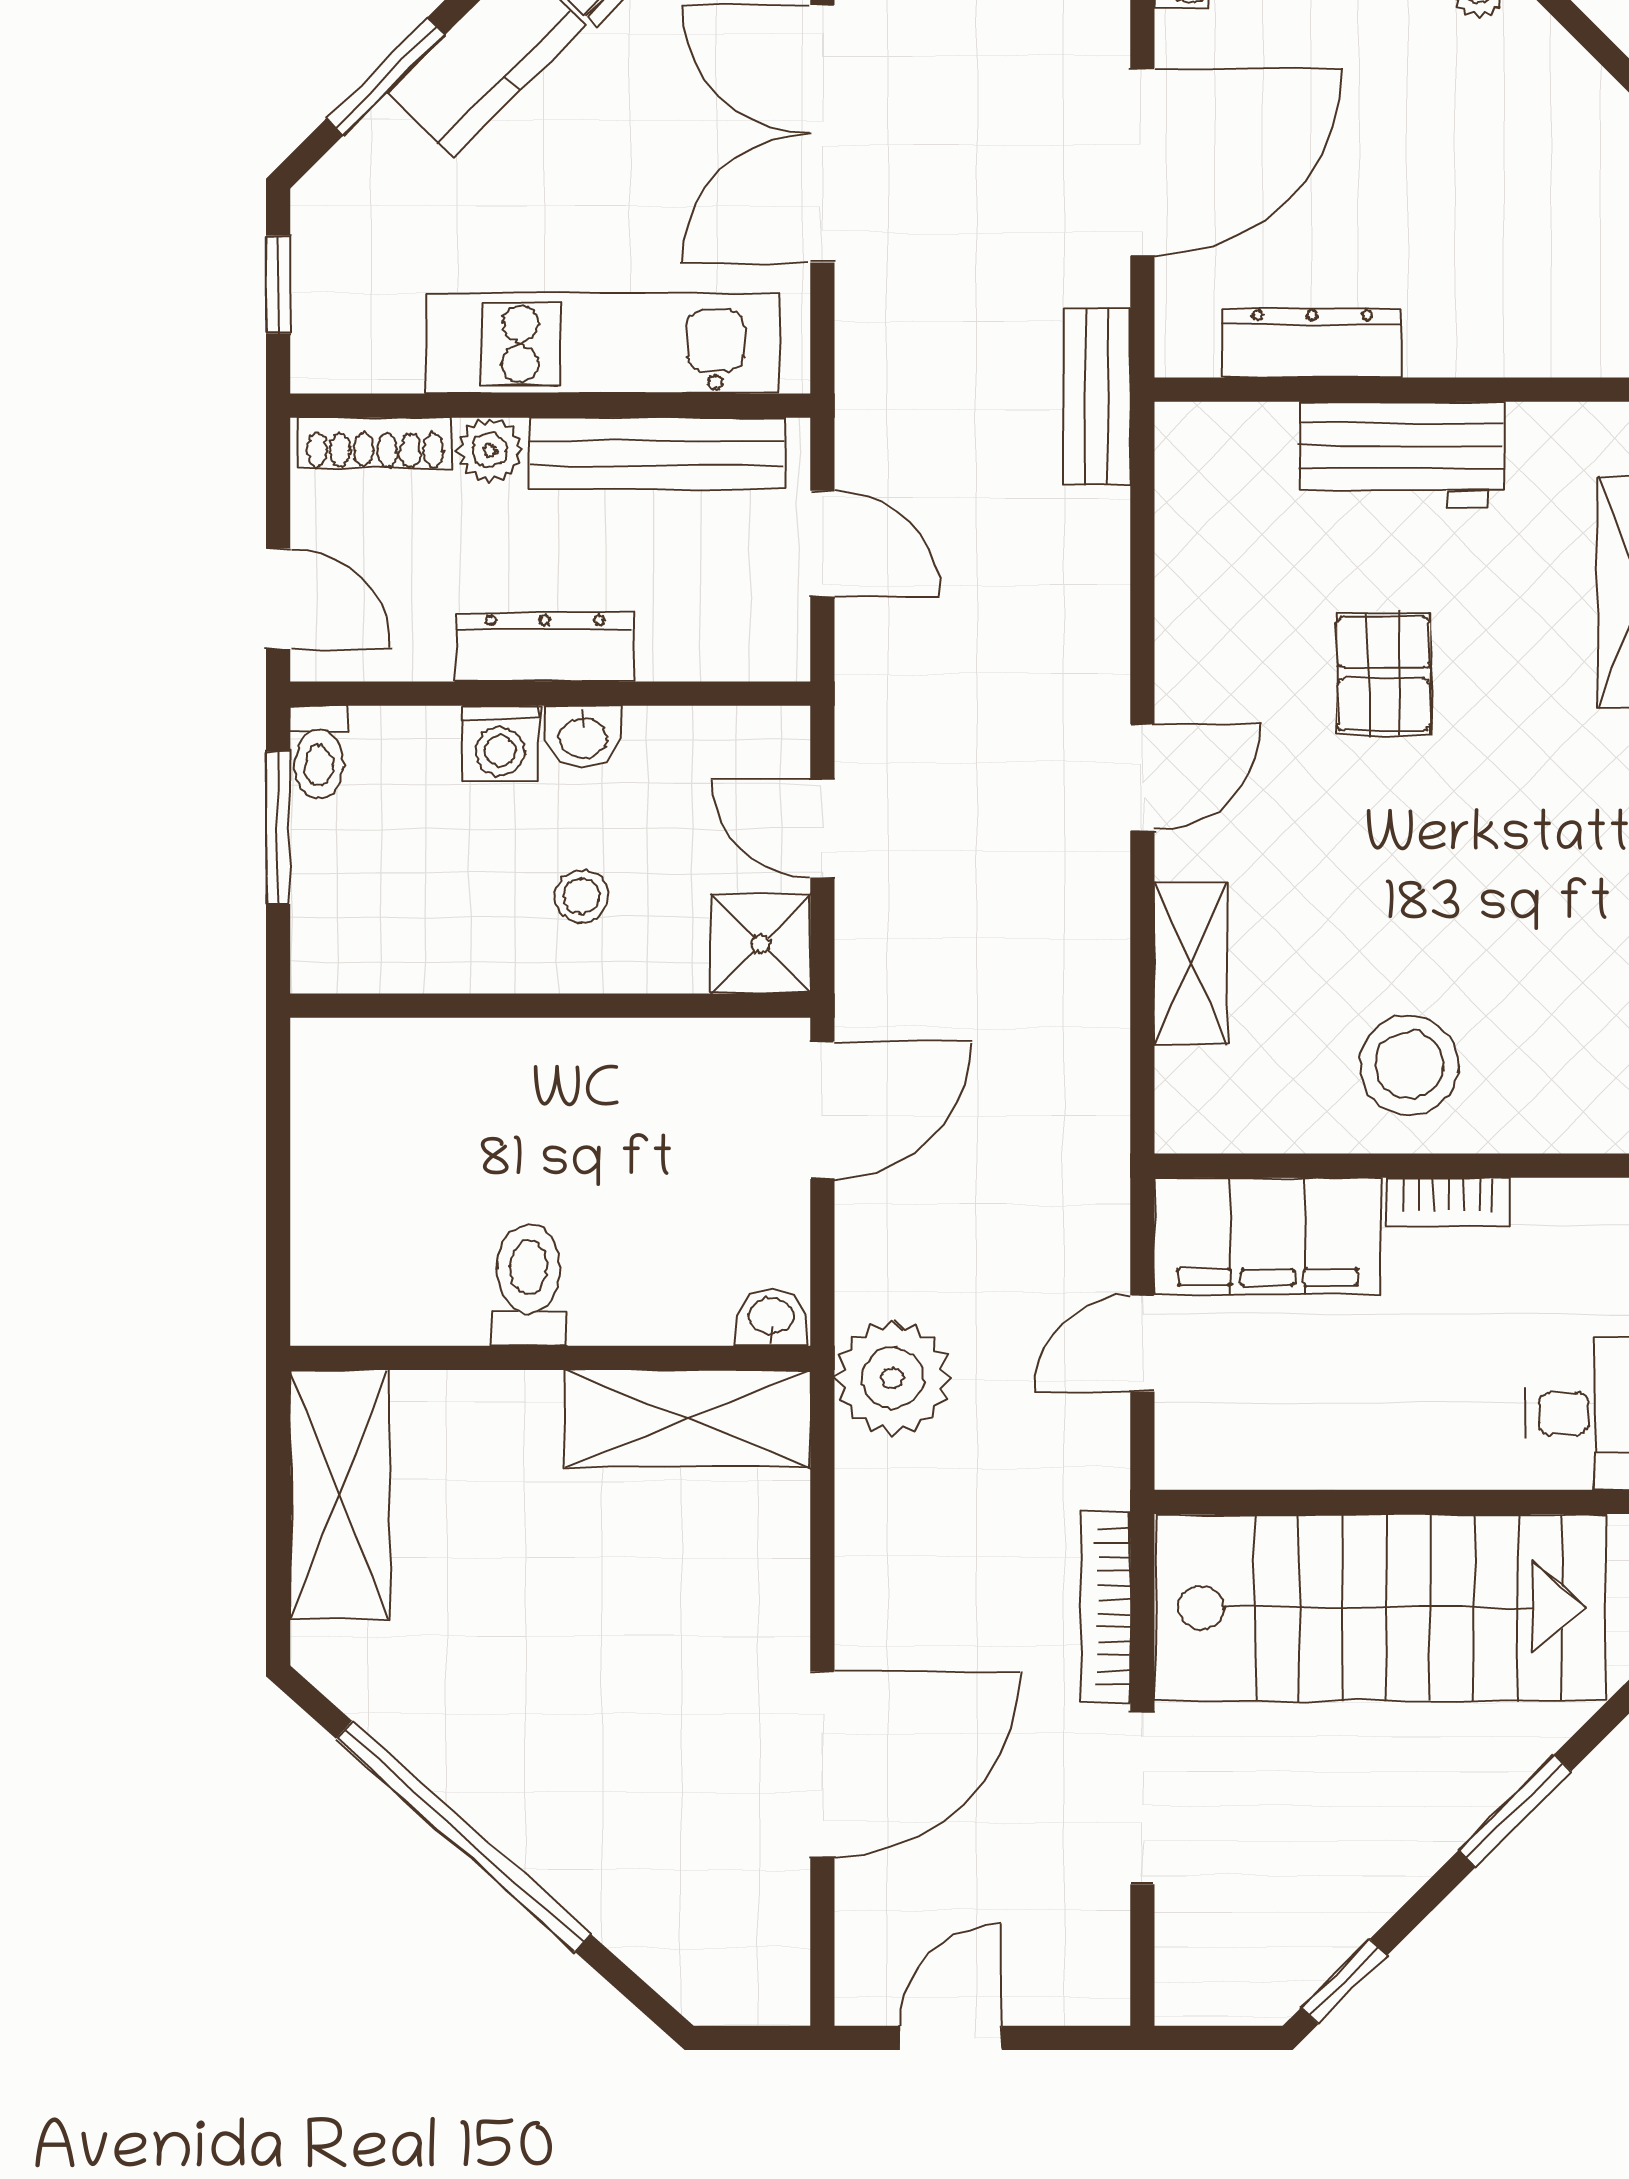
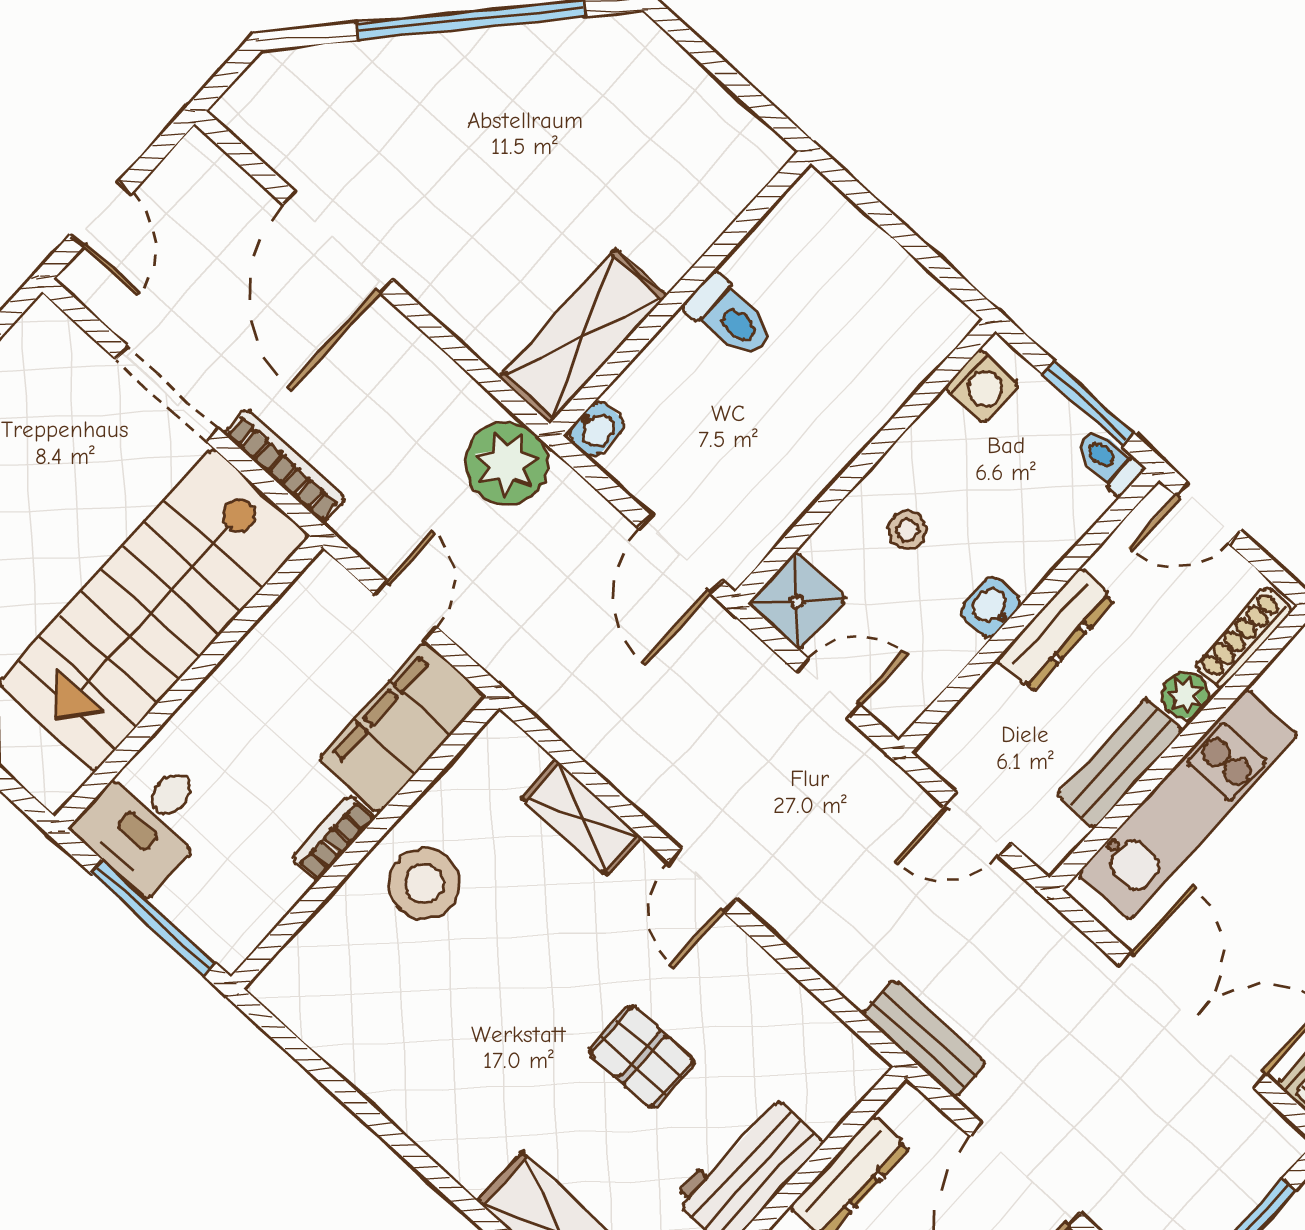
bench: (657, 453) -> (1120, 763), width x0.73
washing machine: (500, 744) -> (982, 386), moved, turned 180
shelving: (340, 1494) -> (709, 118), removed
door: (951, 2038) -> (101, 214), moved

